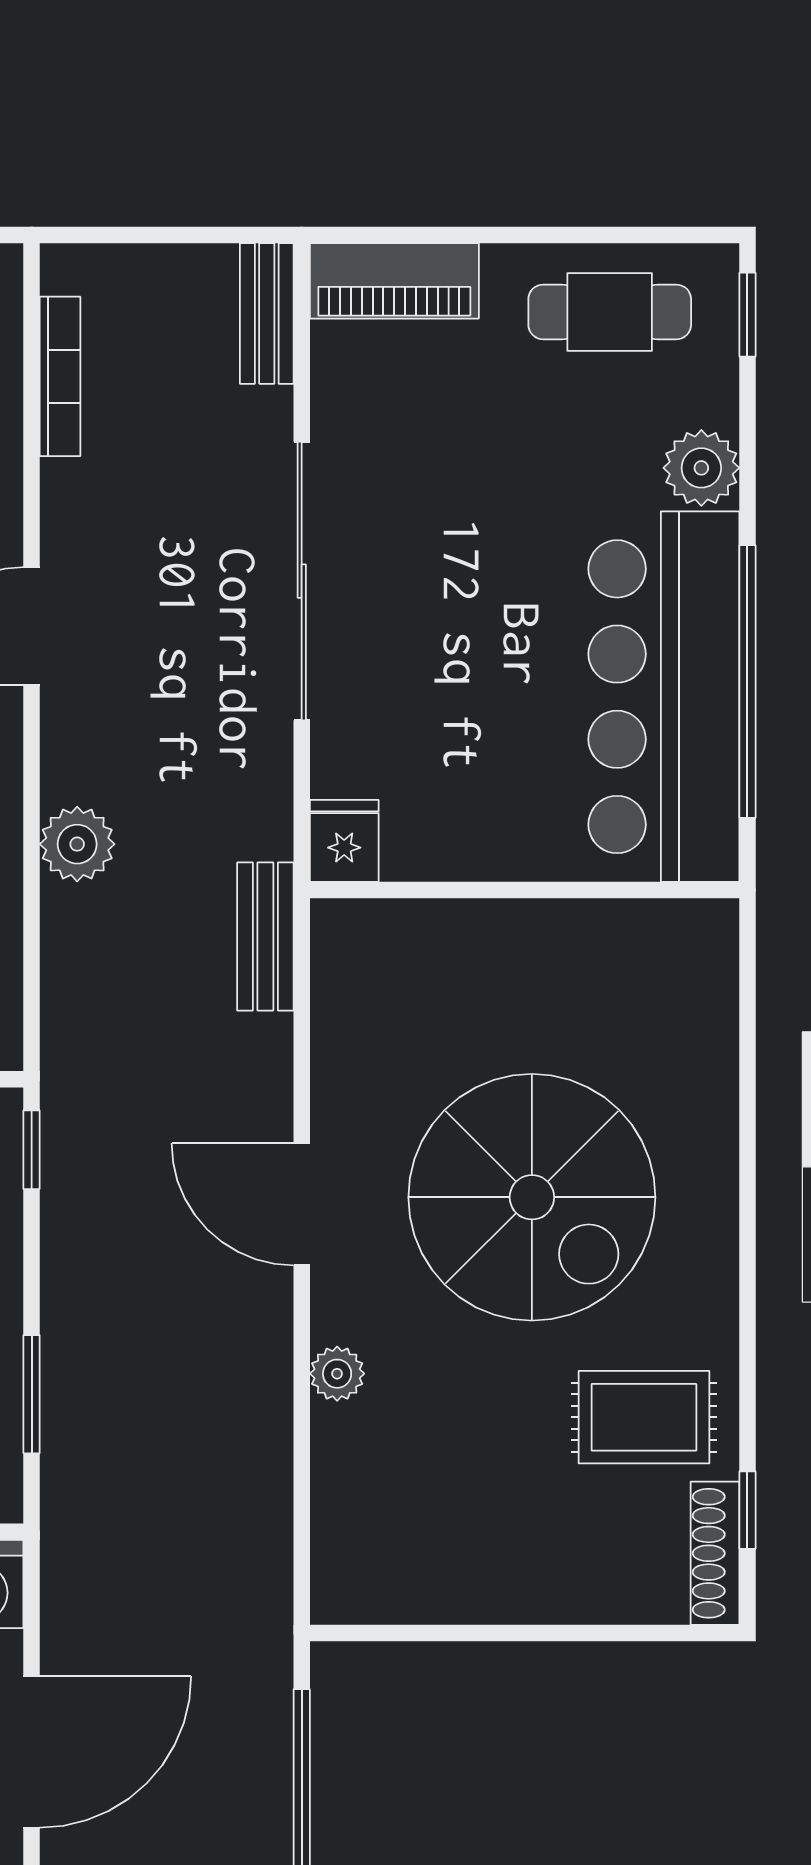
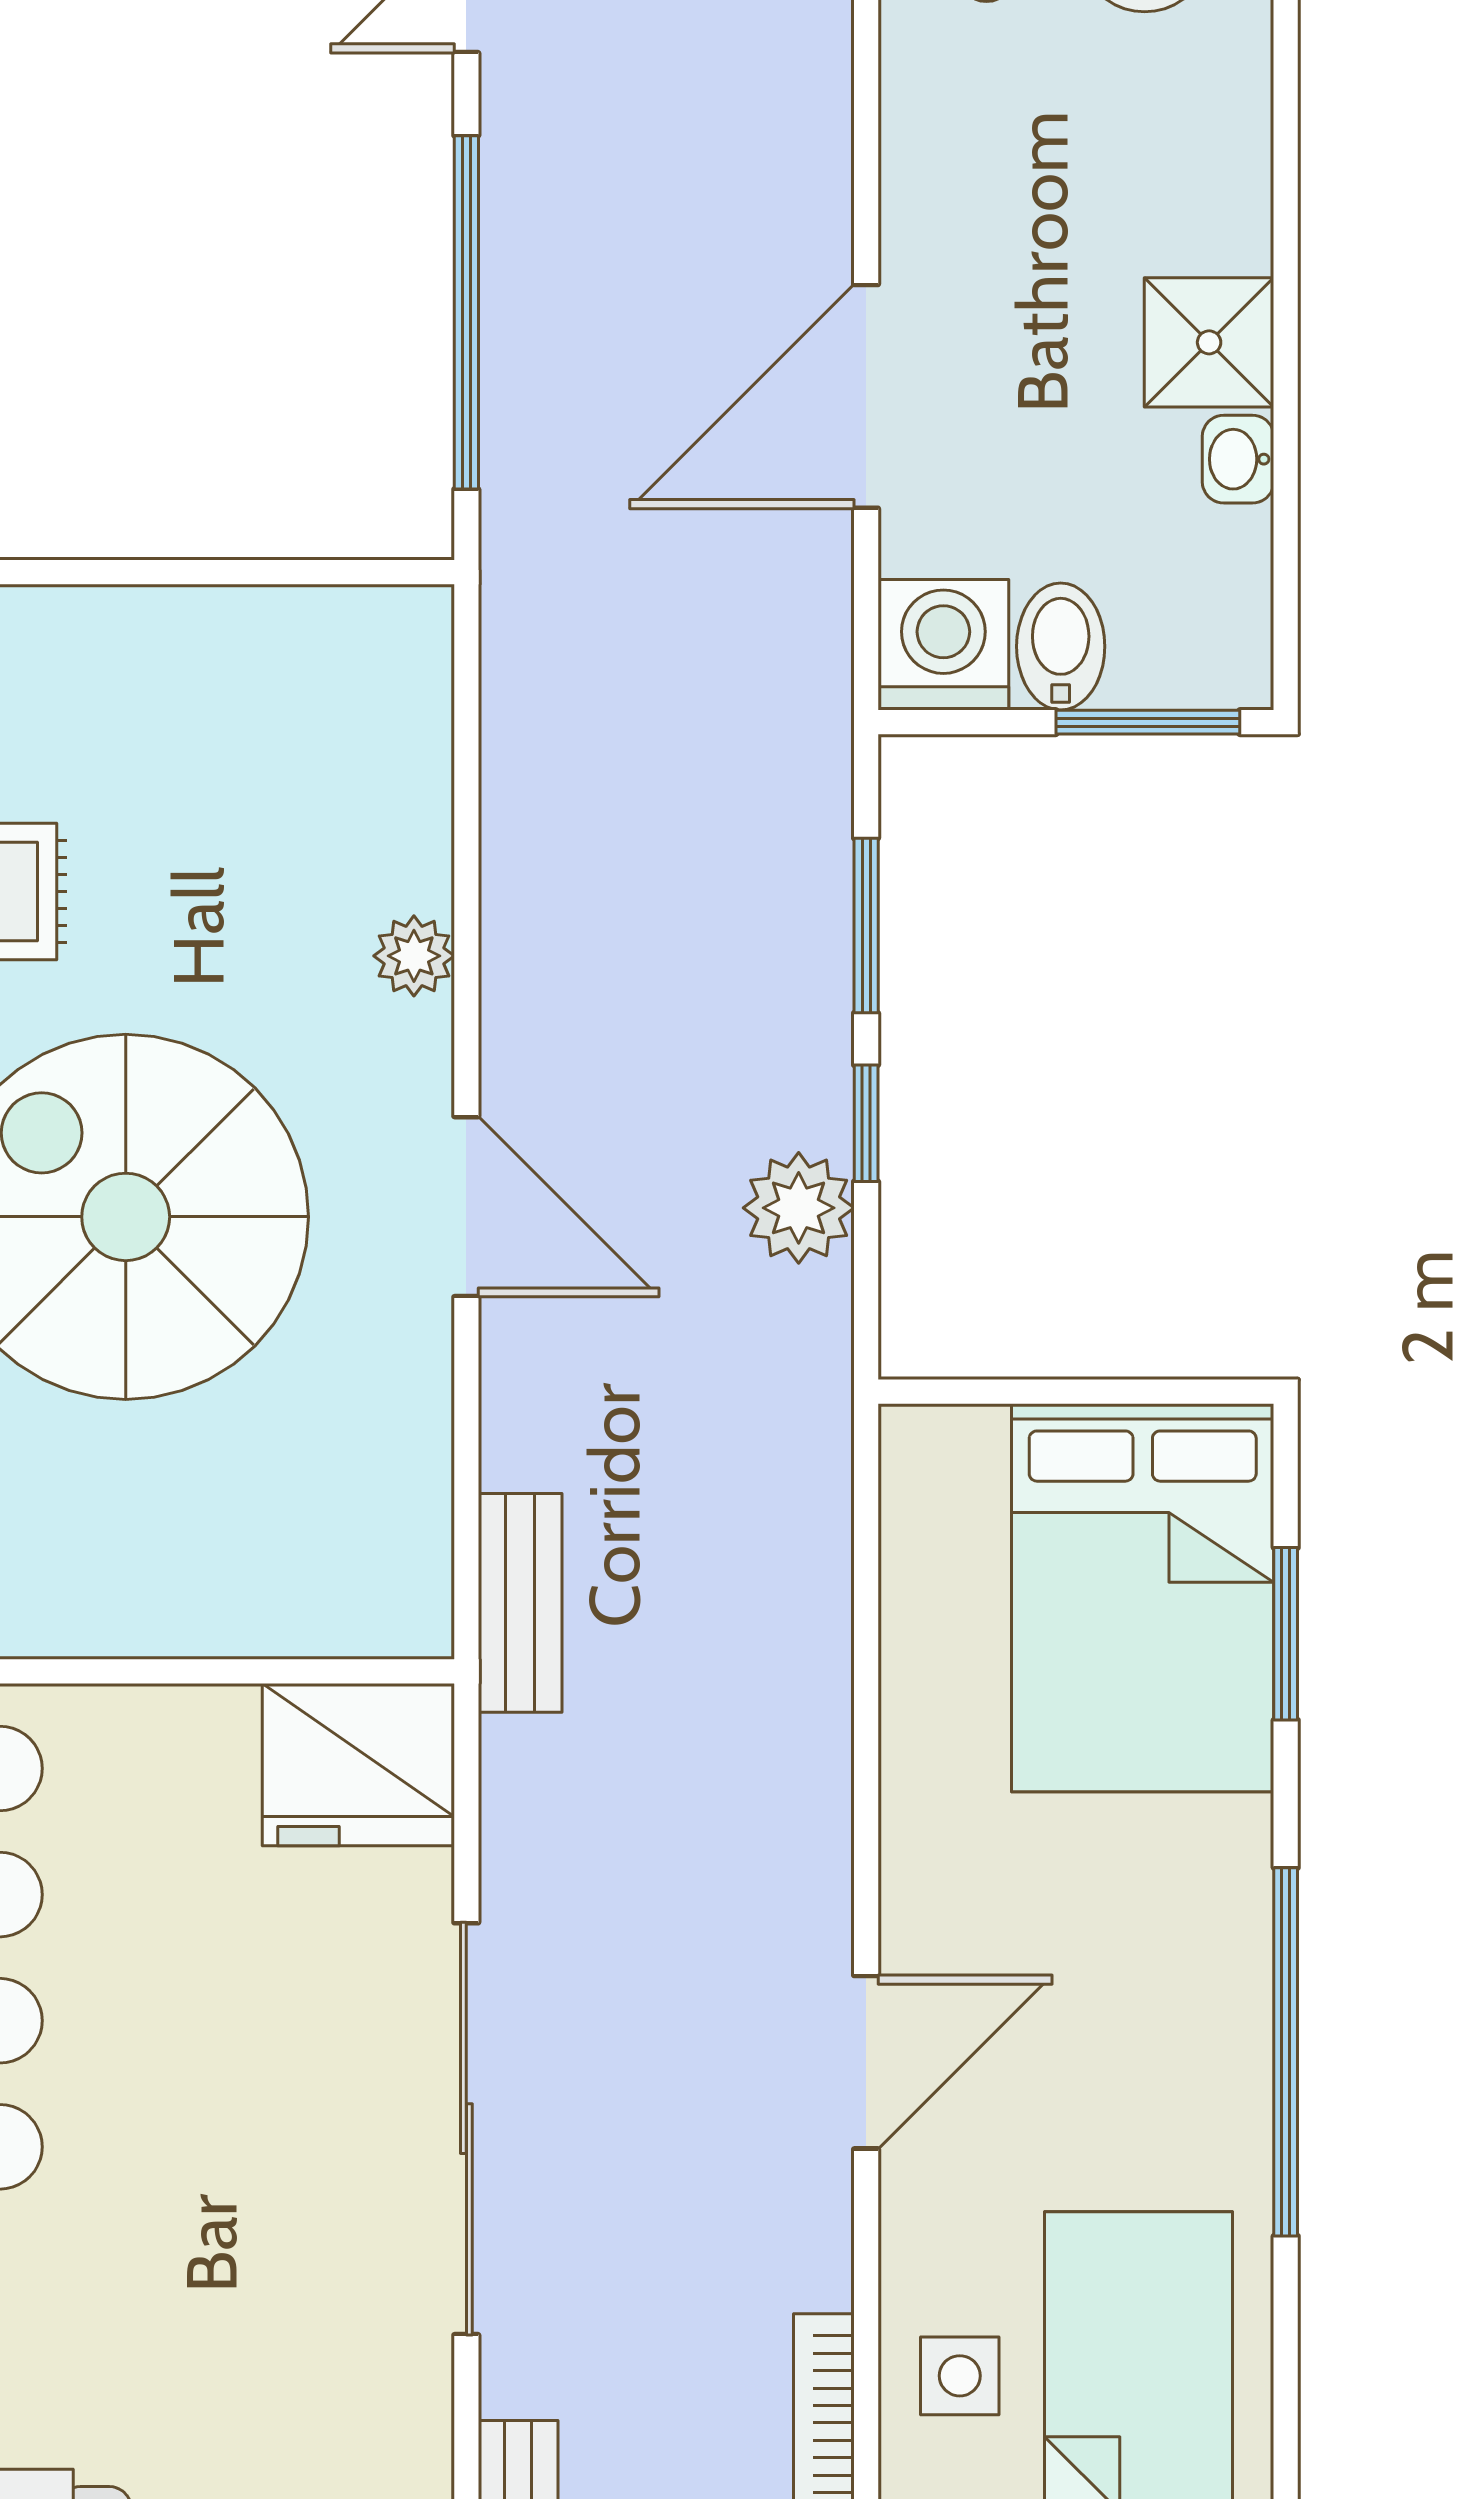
fridge: (344, 841) -> (358, 1765), width x1.88, depth x1.34
plant: (77, 844) -> (799, 1208), moved
window: (32, 1150) -> (866, 1123), moved

